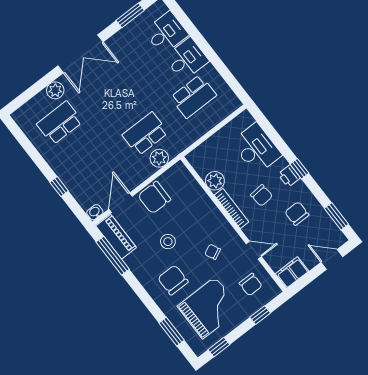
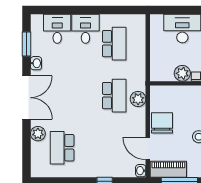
washbasin: (119, 38) -> (36, 63), added
school desk: (145, 134) -> (114, 96), turned 180
chair: (154, 198) -> (162, 123), turned 180

